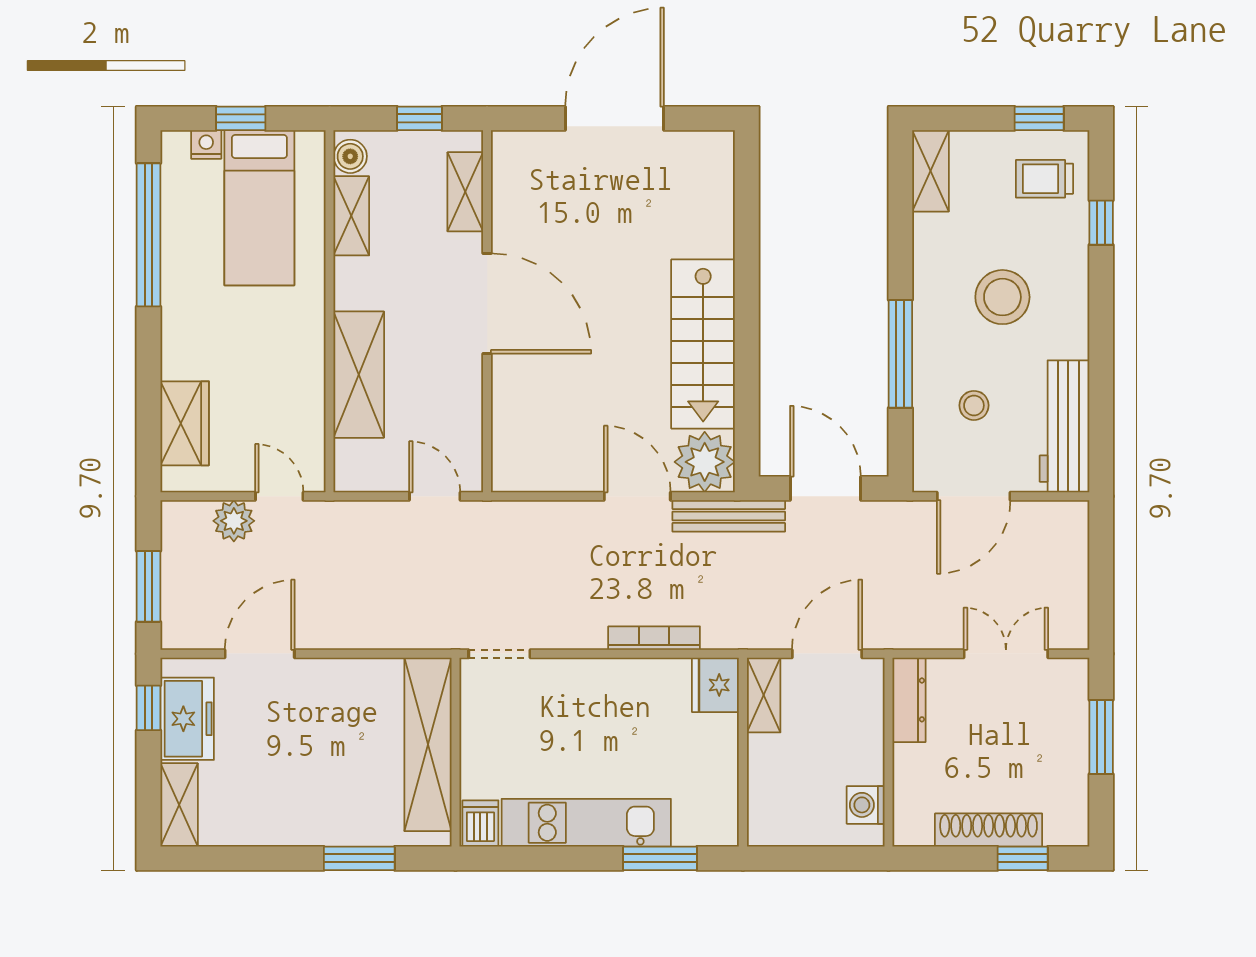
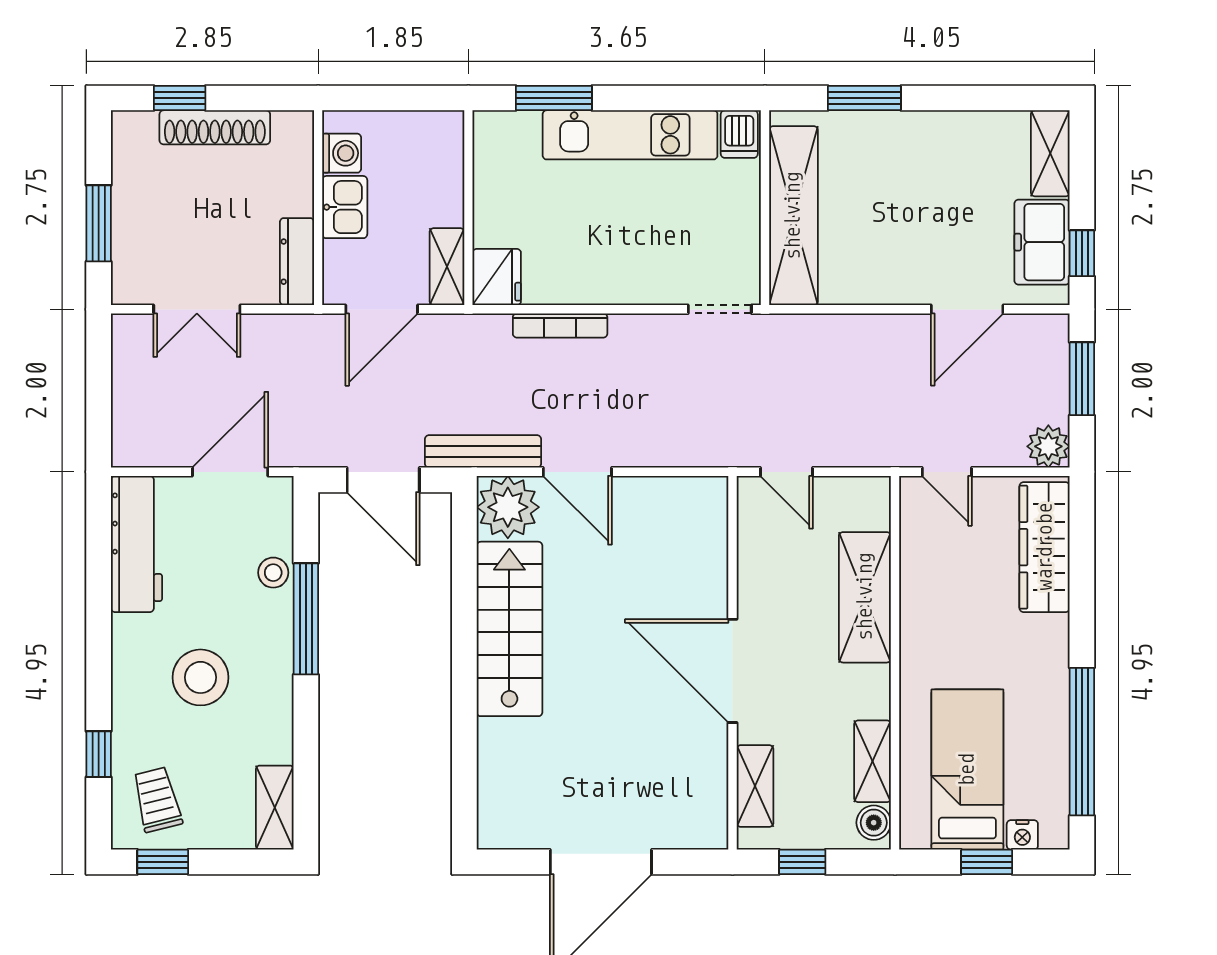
trolley: (1044, 179) -> (157, 800), turned -104
stool: (974, 405) -> (273, 573), moved
wardrobe: (185, 423) -> (1045, 547), width x1.50
plant: (234, 521) -> (1048, 446), moved
kitchen sink: (863, 753) -> (345, 207), added

